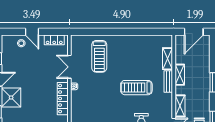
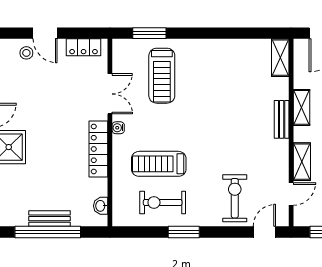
window: (92, 32) -> (149, 33), added
shelving: (168, 59) -> (280, 58), moved
double door: (69, 67) -> (110, 94), swing flipped
treadmill: (136, 88) -> (159, 164), moved

